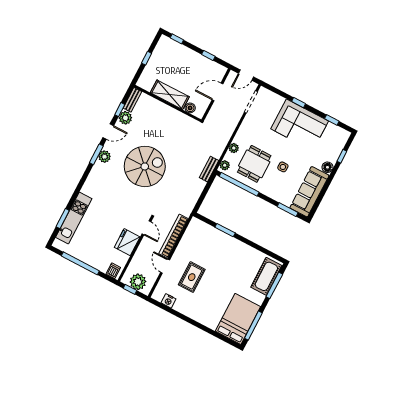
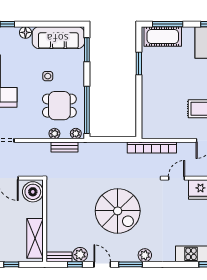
shelving: (170, 95) -> (35, 238), moved
boiler: (190, 108) -> (33, 192), width x1.86, depth x1.86
plant: (104, 157) -> (145, 255), moved
spiral stairs: (145, 166) -> (118, 211), turned 180
bench: (209, 169) -> (65, 147), moved
window: (225, 230) -> (139, 63), moved
bookcase: (173, 236) -> (152, 147), moved

